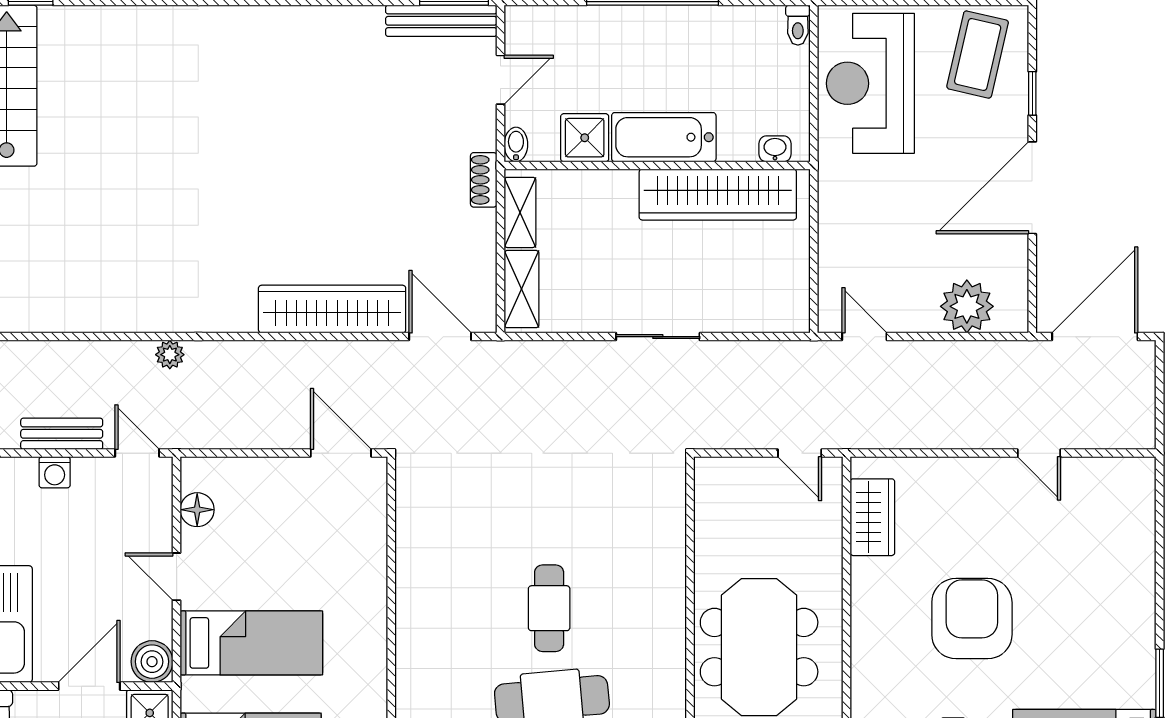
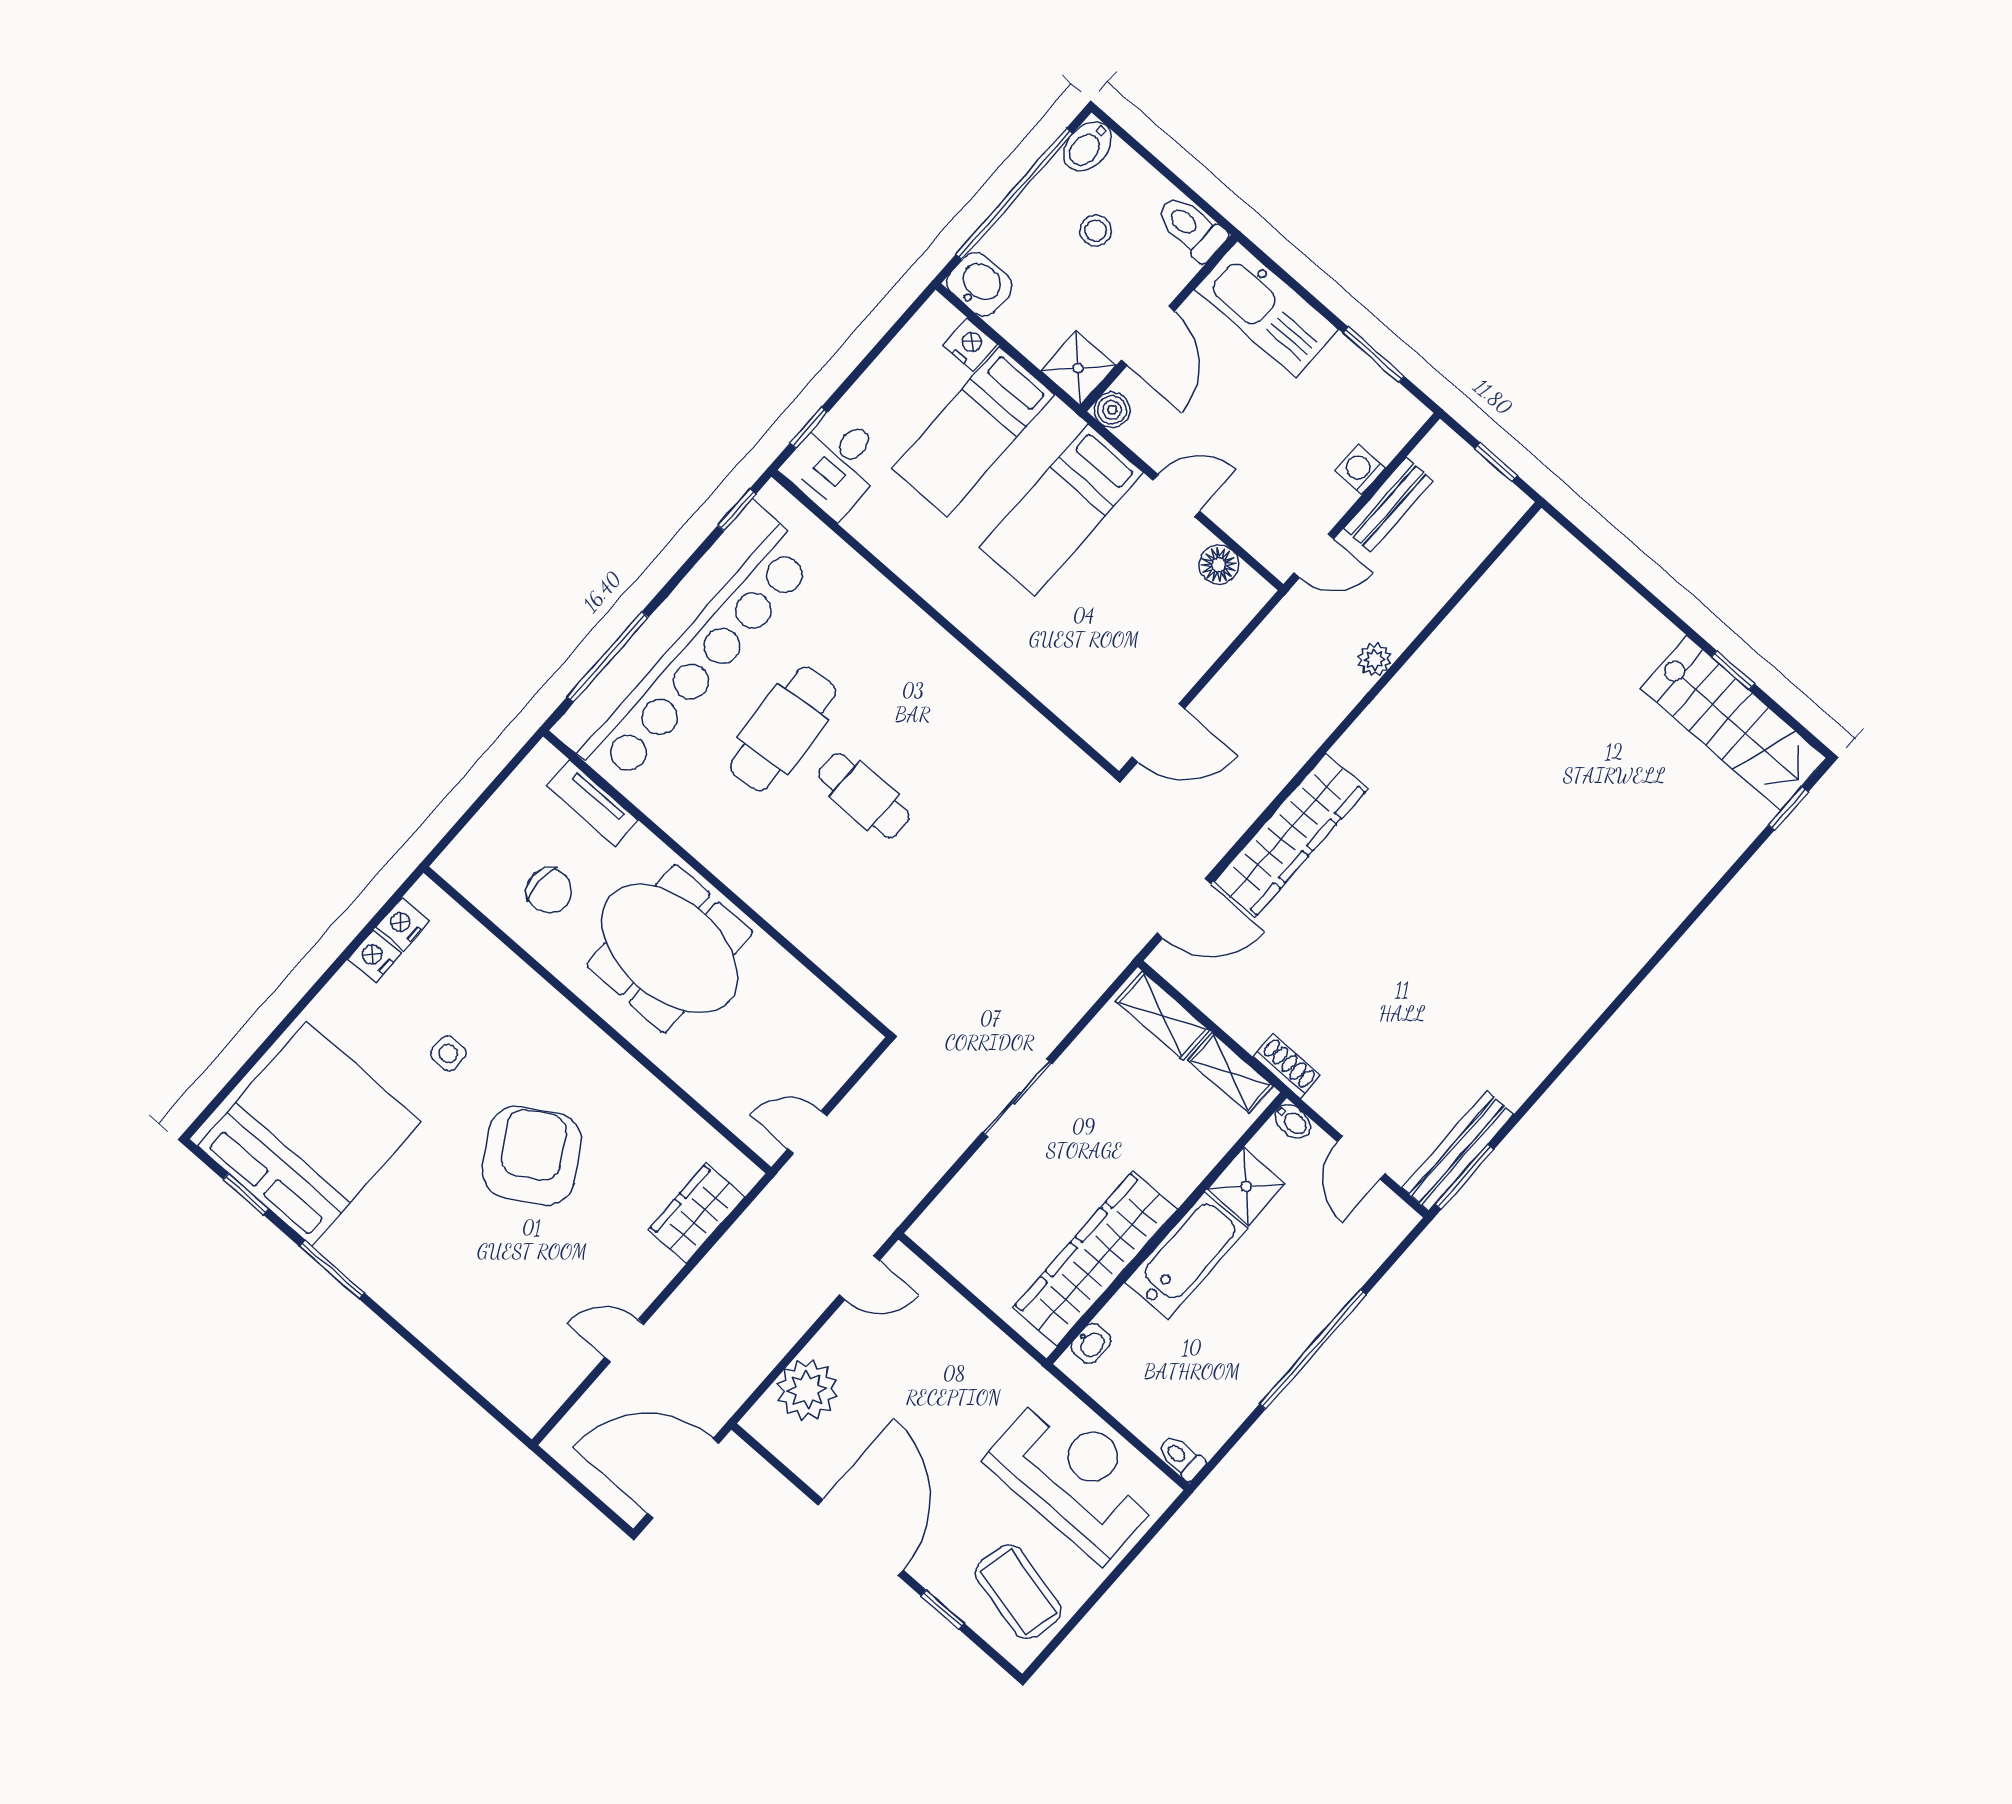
door: (1095, 337) -> (683, 1478), swing flipped
wardrobe: (872, 517) -> (696, 1213), moved, turned 90
armchair: (972, 619) -> (532, 1156), turned -121
boiler: (152, 662) -> (1112, 410), width x0.73, depth x0.73

